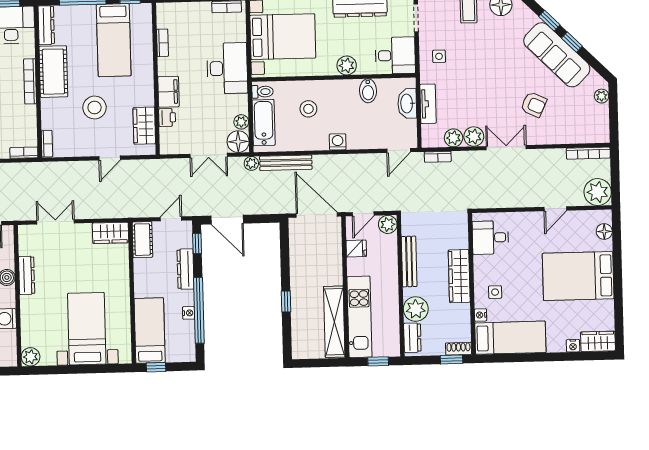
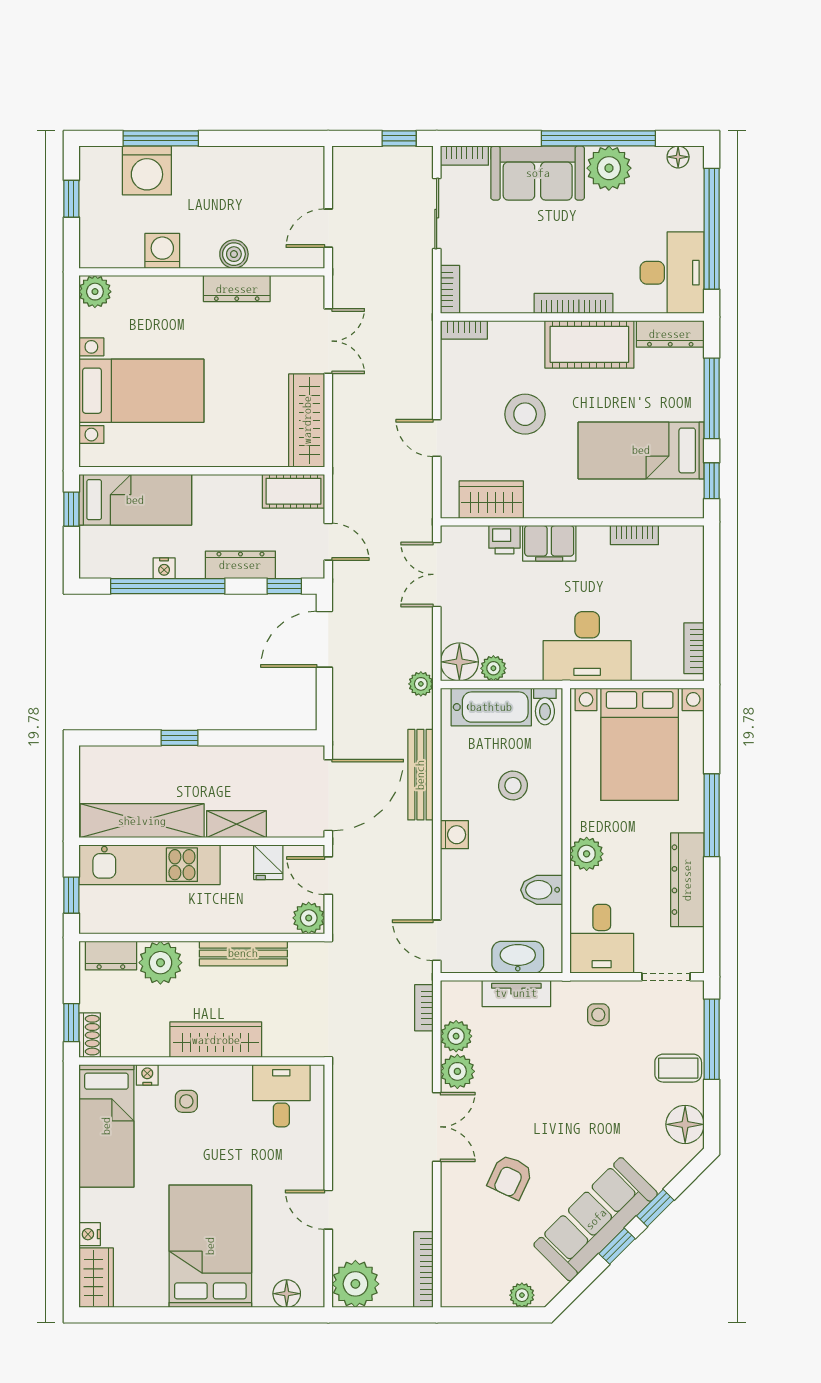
double door: (209, 155) -> (437, 574), moved
bench: (286, 163) -> (420, 775), moved
wardrobe: (110, 233) -> (307, 420), width x1.50
shelving: (335, 267) -> (236, 824), added

